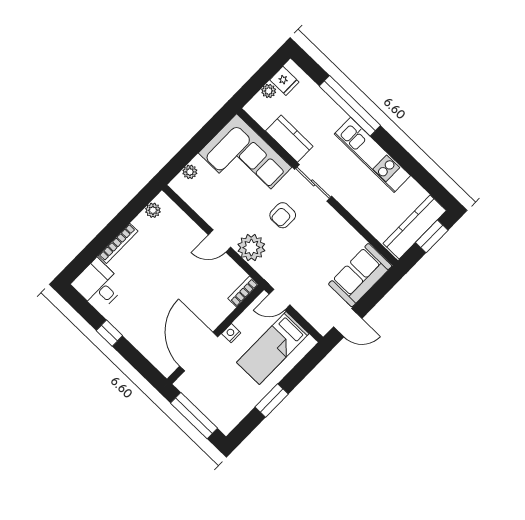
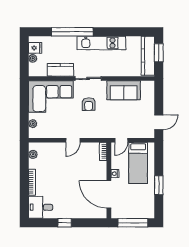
plant: (251, 248) -> (89, 130), removed
sofa: (360, 275) -> (124, 90), moved, turned -90

